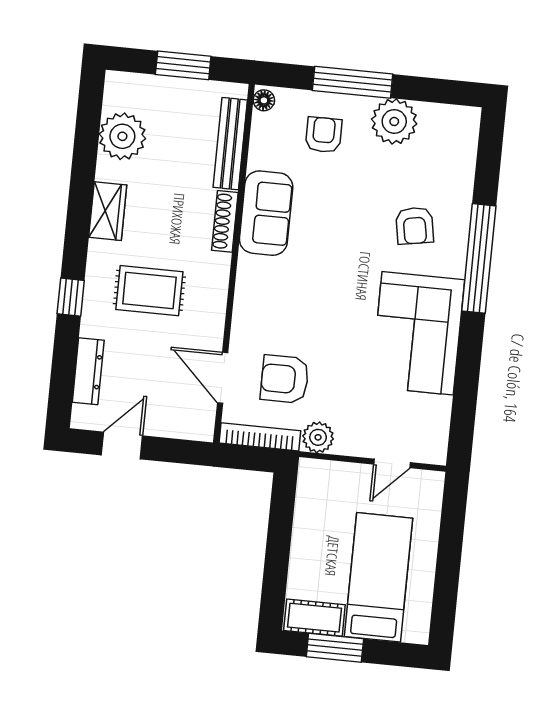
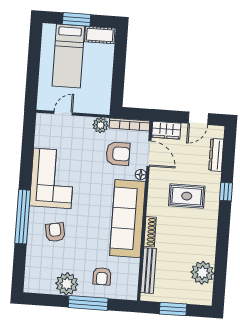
floor lamp: (264, 100) -> (141, 175), moved
wardrobe: (108, 211) -> (166, 130), moved, turned -90
sofa: (266, 213) -> (128, 219), width x1.85, depth x1.27
window: (335, 648) -> (77, 19), moved

